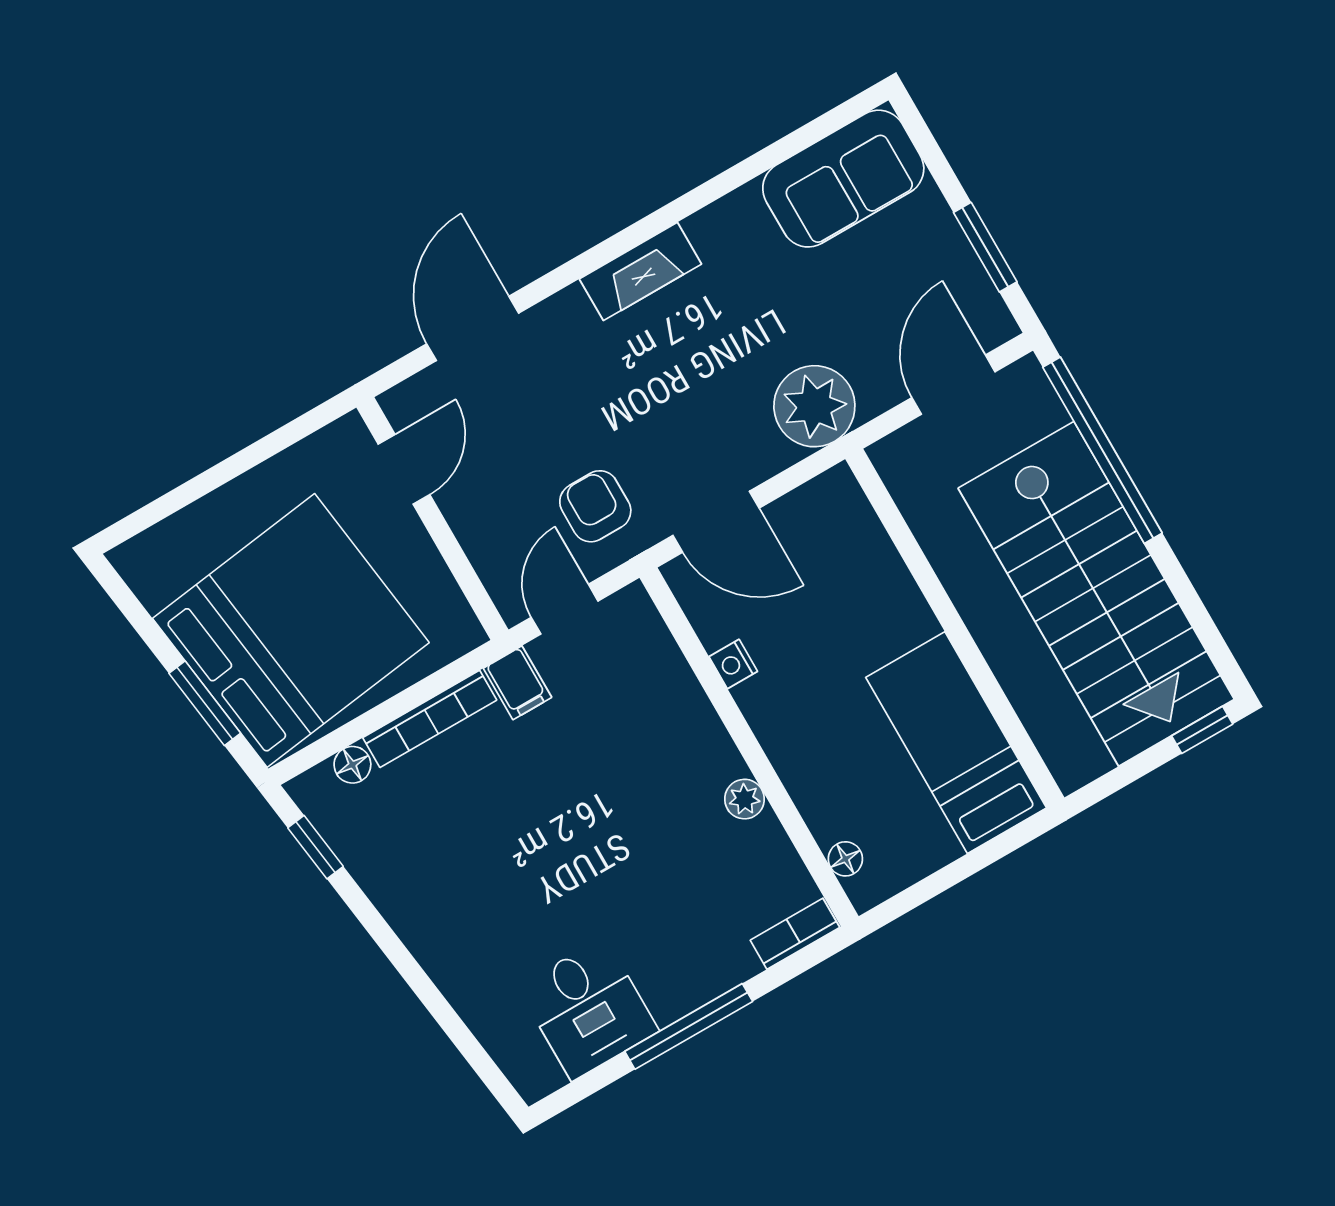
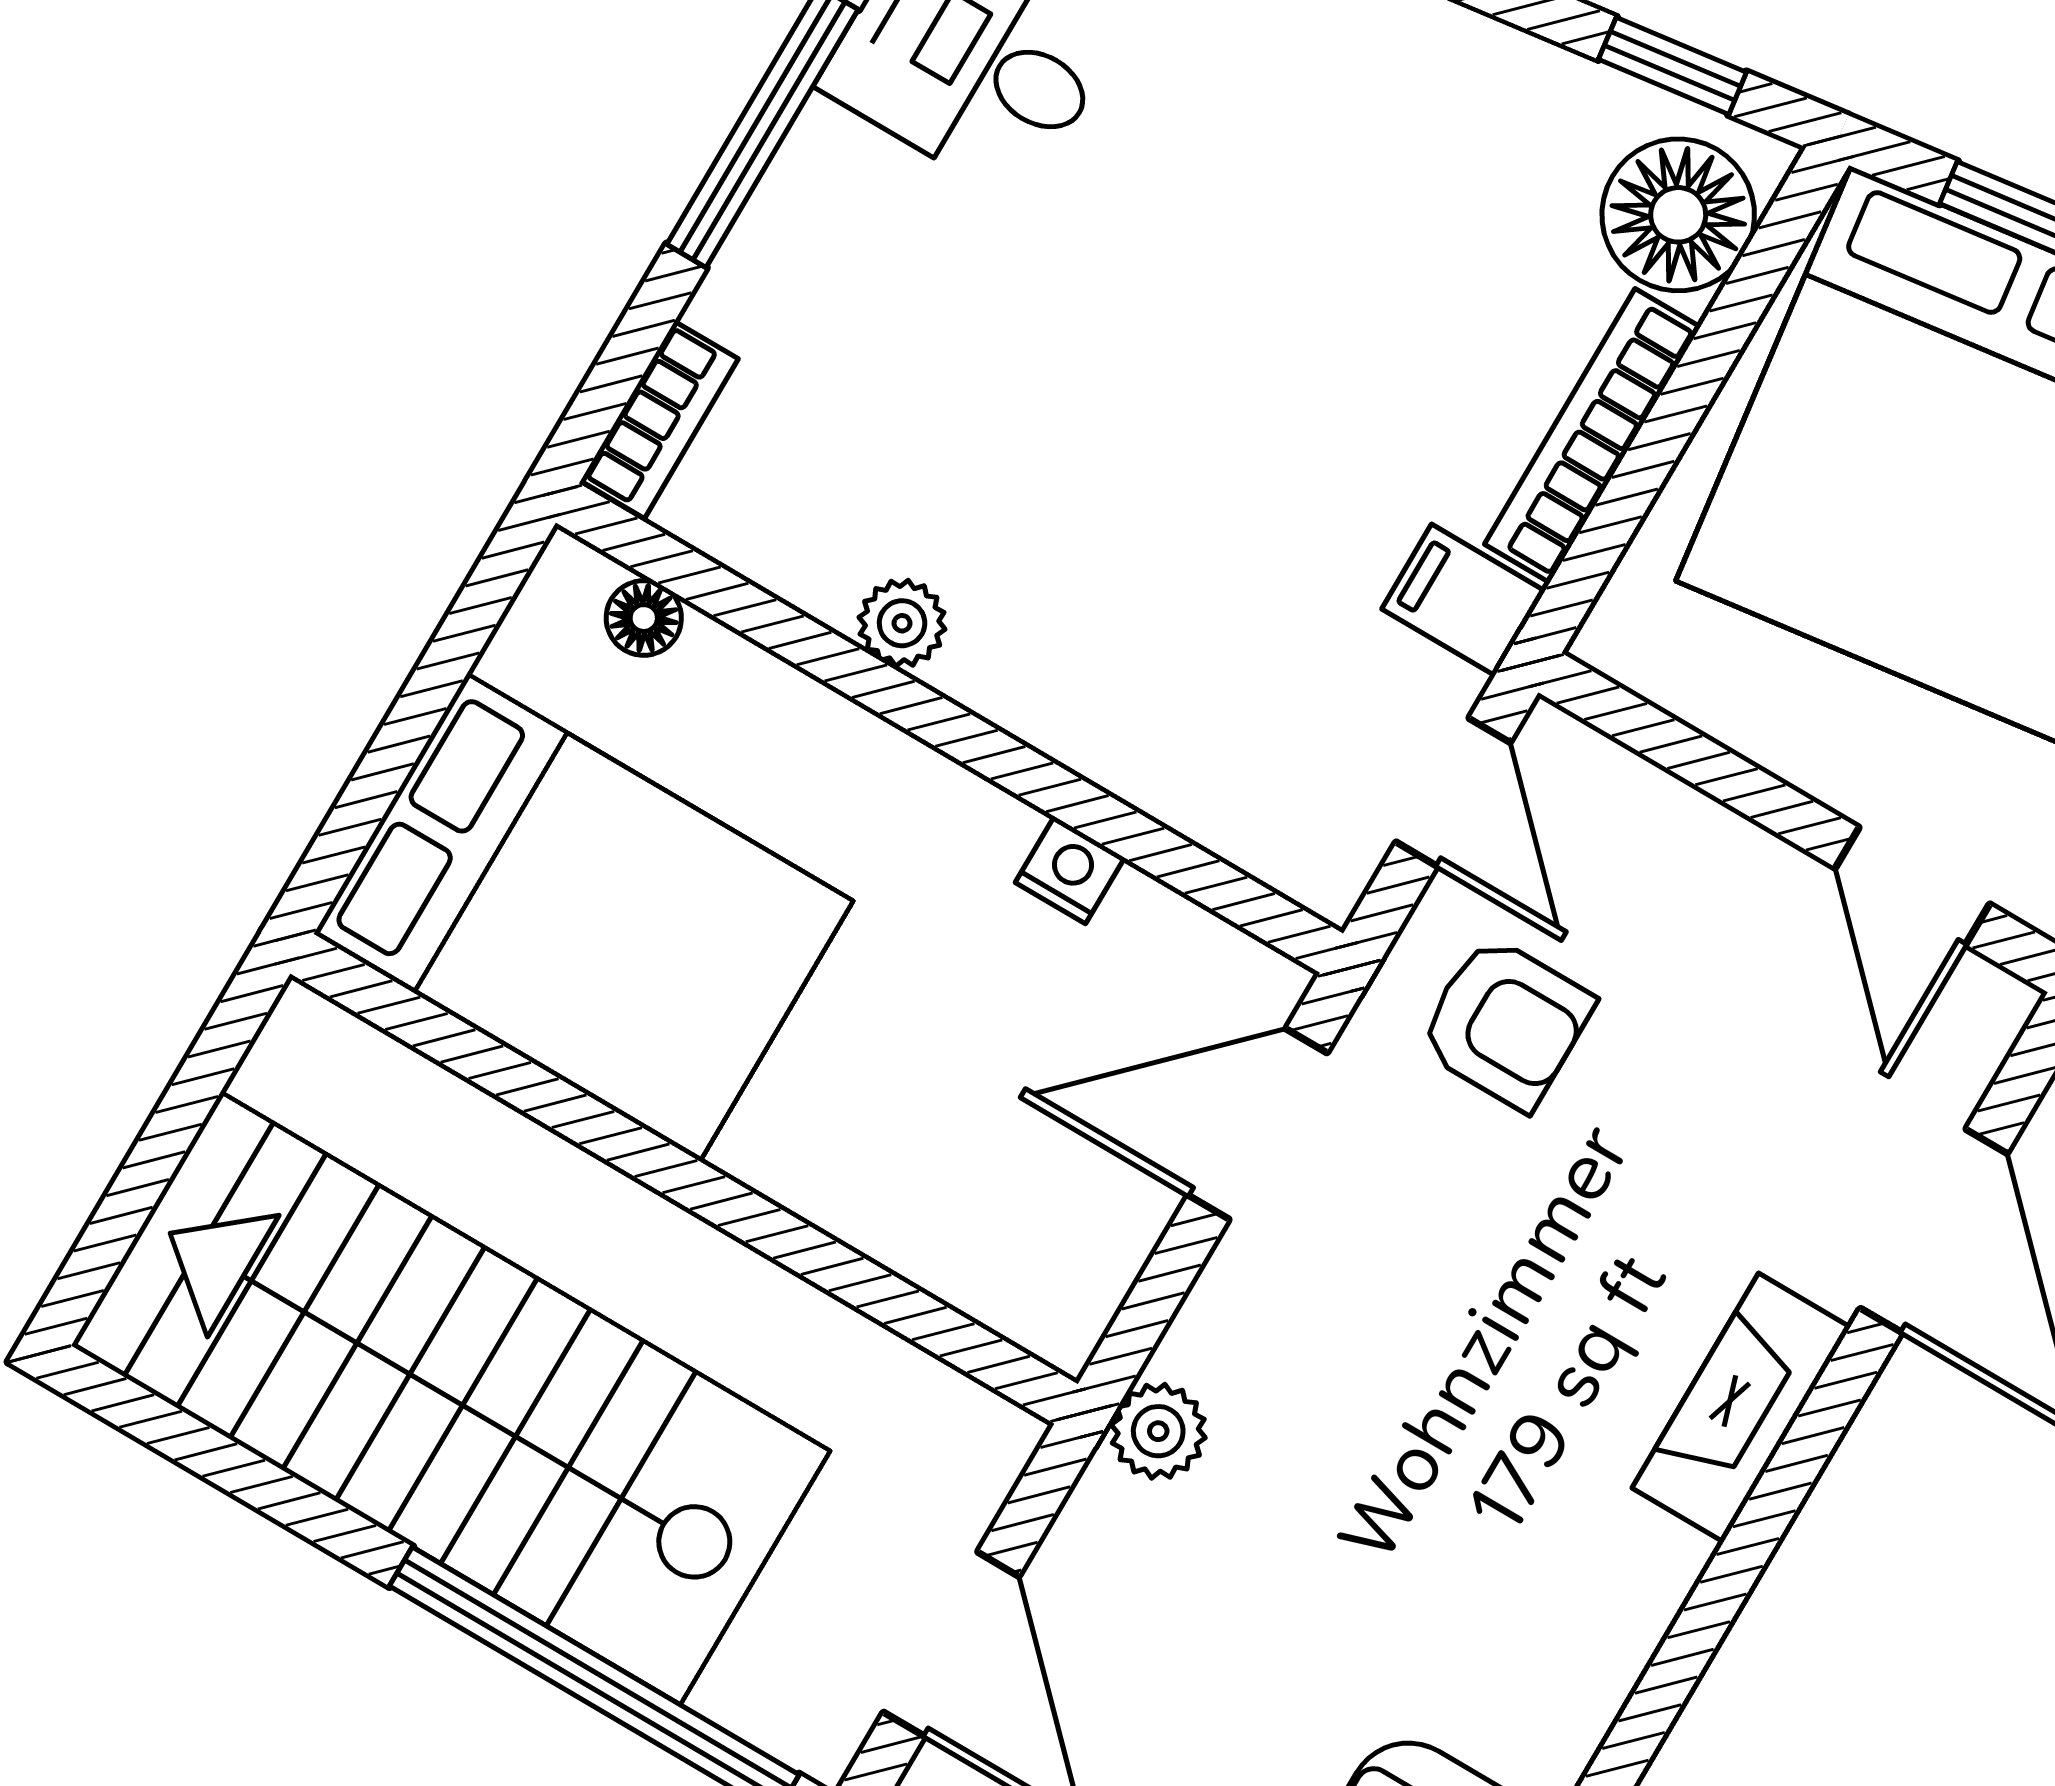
fireplace: (640, 271) -> (1741, 1408), moved
plant: (814, 406) -> (1158, 1431), width x0.53, depth x0.53
window: (1202, 730) -> (100, 1252), removed
bed: (956, 743) -> (583, 918), width x1.50
floor lamp: (352, 765) -> (1678, 215), width x1.89, depth x1.89

